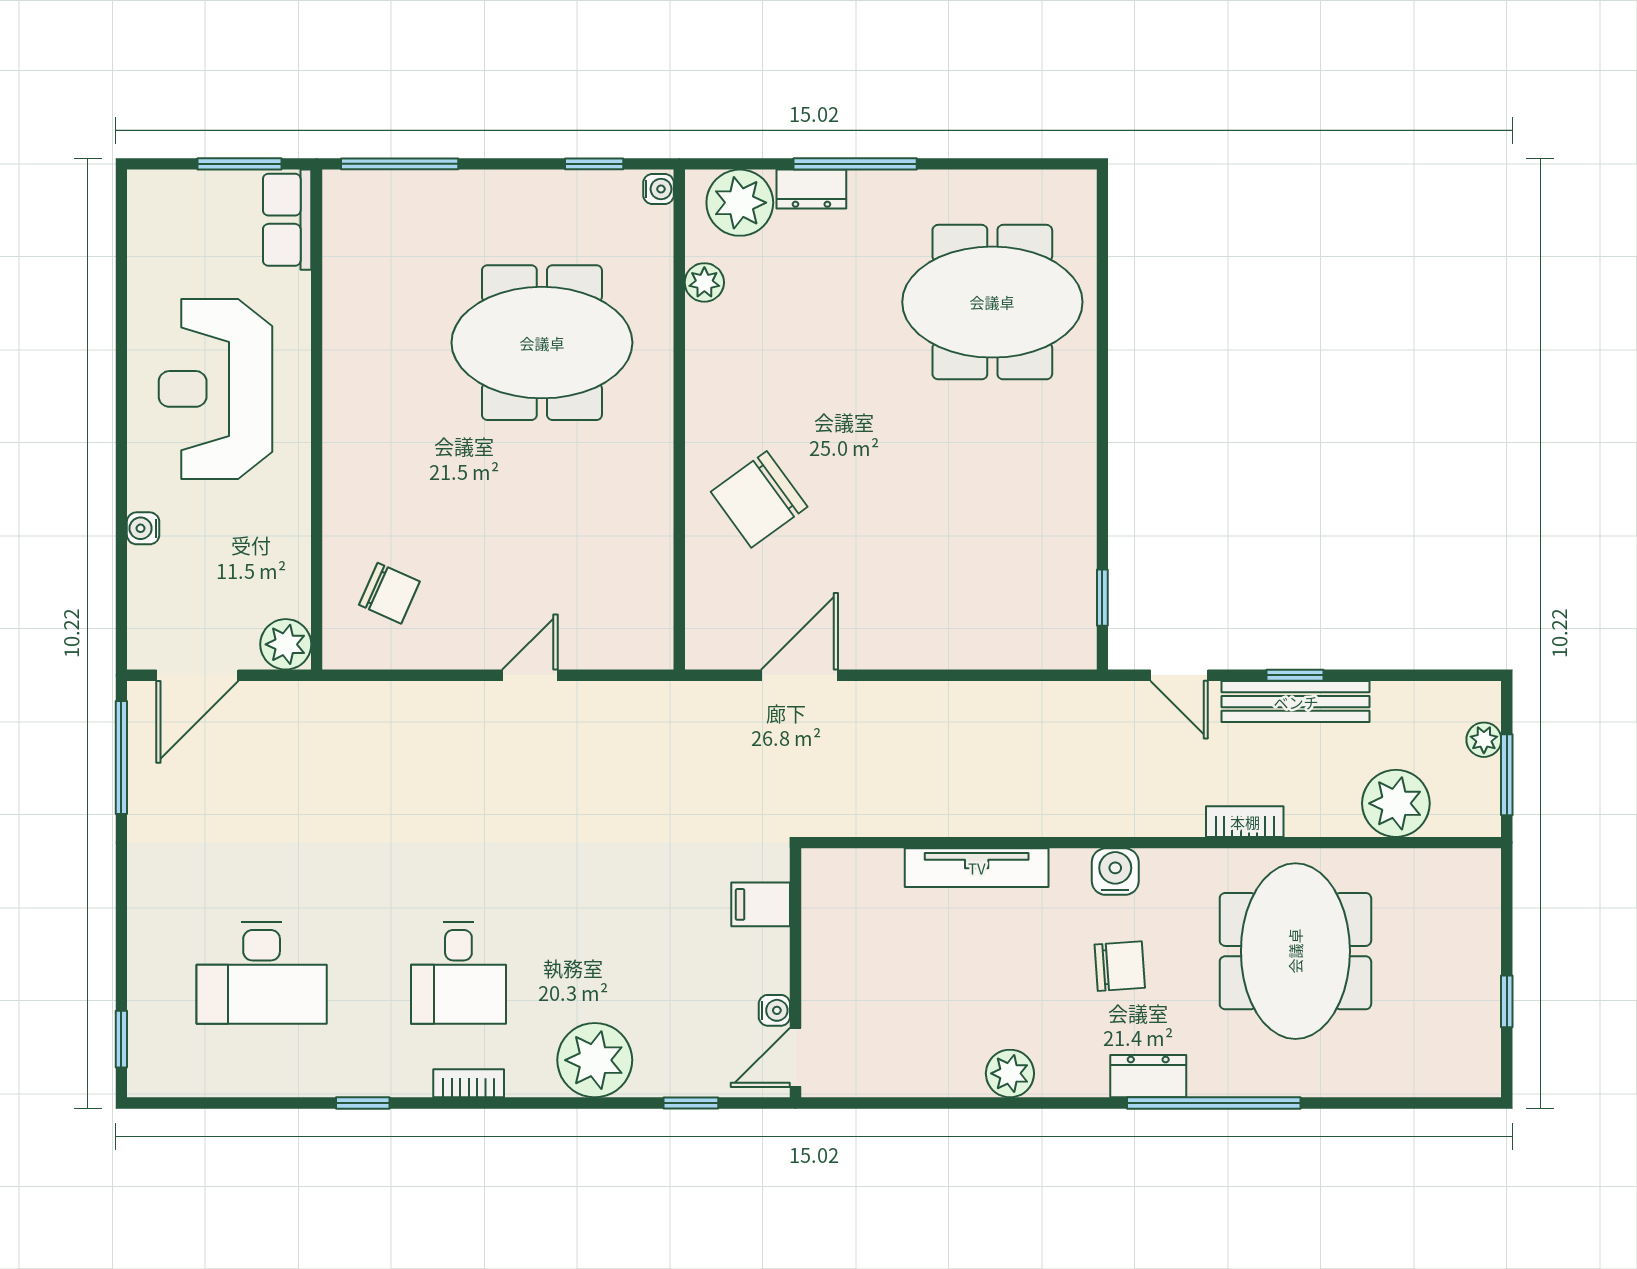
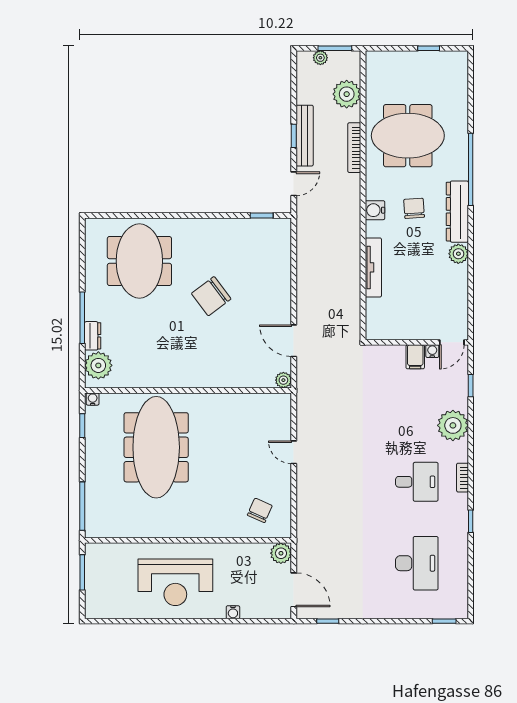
row of seats: (287, 220) -> (105, 553), removed
plant: (704, 282) -> (283, 380), moved
meeting table: (542, 343) -> (156, 447), width x1.36
chair: (759, 499) -> (211, 296), moved, turned 89
window: (121, 758) -> (328, 621), width x0.46
bookcase: (1245, 822) -> (354, 148), width x1.56
filing cabinet: (761, 904) -> (415, 357), moved
door: (796, 1057) -> (452, 342), hinge flipped
dresser: (1148, 1076) -> (457, 212), width x1.96, depth x1.24

